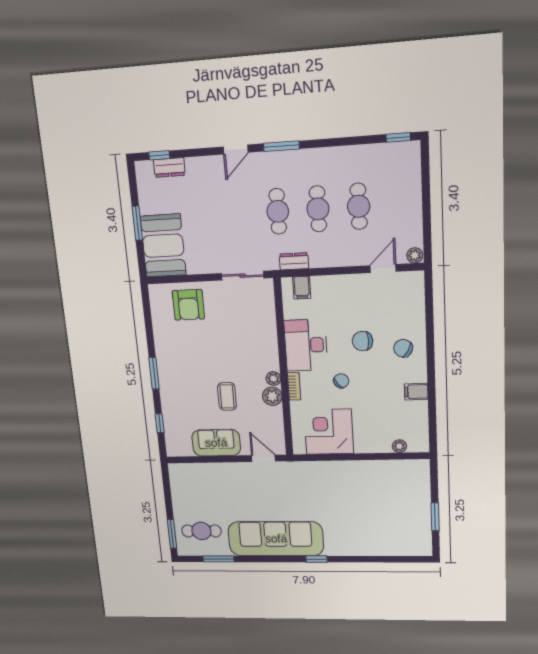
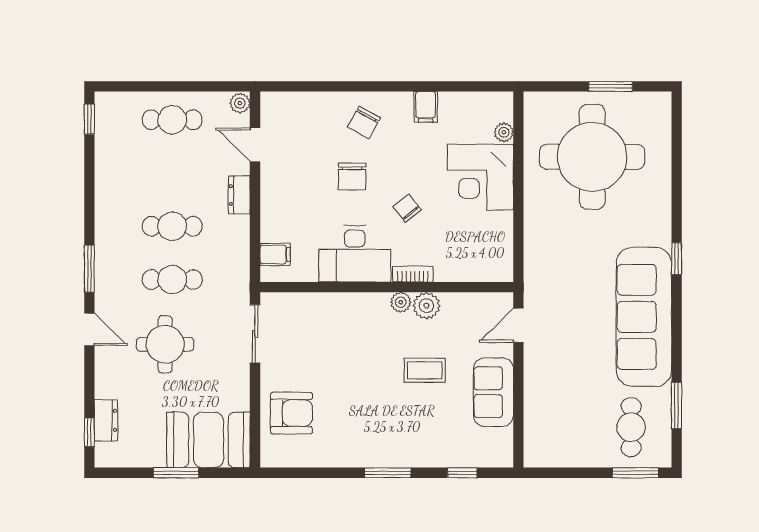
cafe table: (359, 206) -> (172, 120), moved
round table: (229, 209) -> (165, 344), added
dresser: (294, 261) -> (239, 195), moved
corner desk: (329, 432) -> (480, 177), moved
round table: (384, 505) -> (592, 157), added

